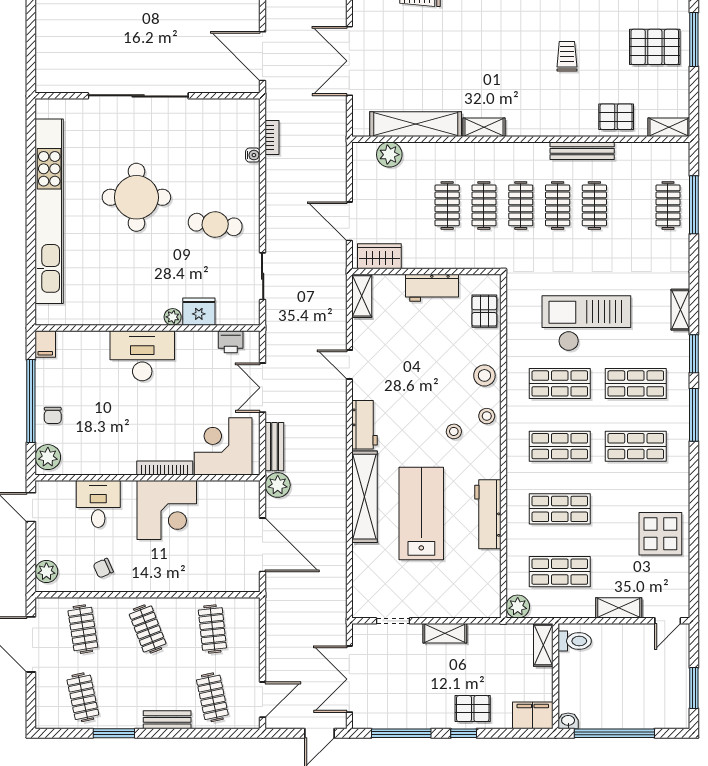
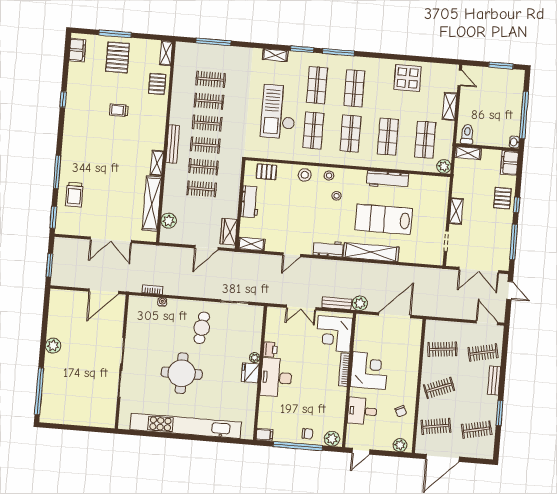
bench: (582, 151) -> (173, 144), moved
clothes rail: (668, 205) -> (211, 79), moved
fridge: (199, 312) -> (250, 373), moved
printer: (231, 342) -> (270, 349), moved

